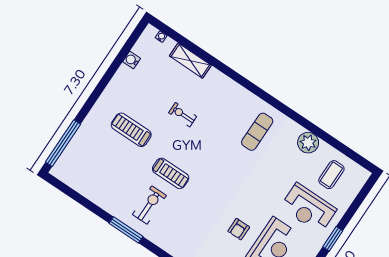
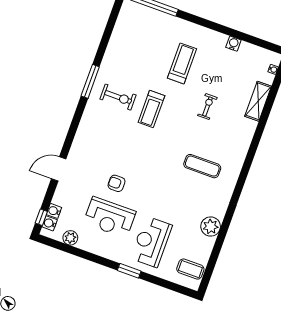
water cooler: (132, 60) -> (233, 44), moved
exercise mat: (257, 132) -> (202, 166), moved
coffee table: (331, 175) -> (190, 269), moved

